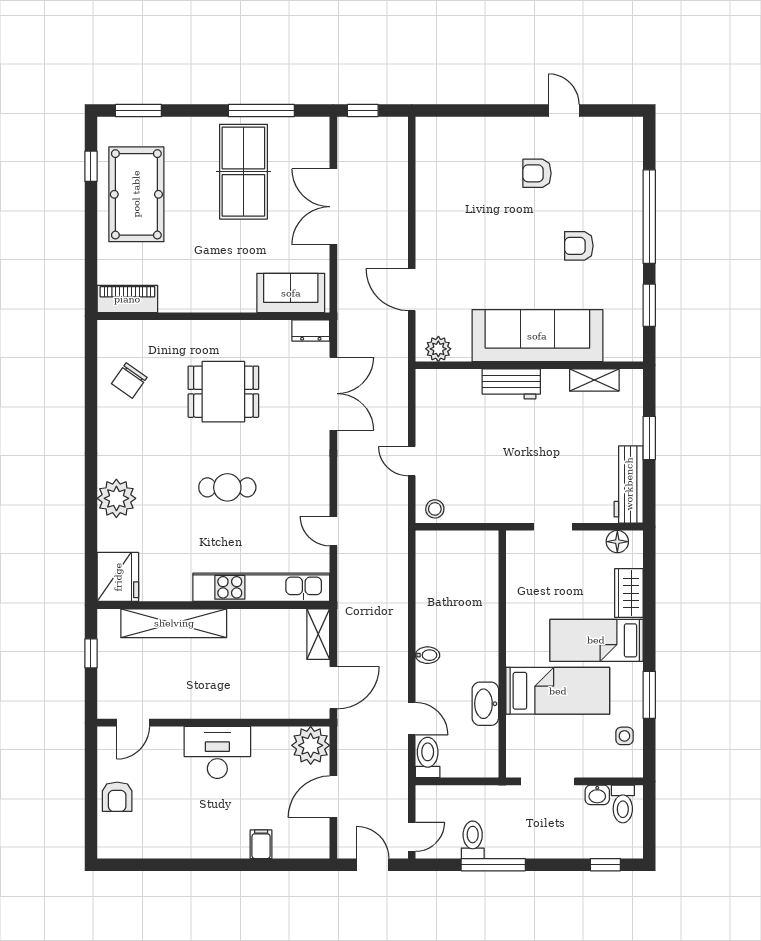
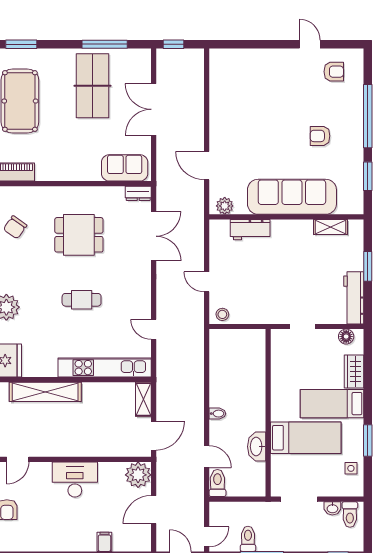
armchair: (537, 173) -> (334, 72), moved, turned 180
workbench: (511, 384) -> (250, 230), moved

